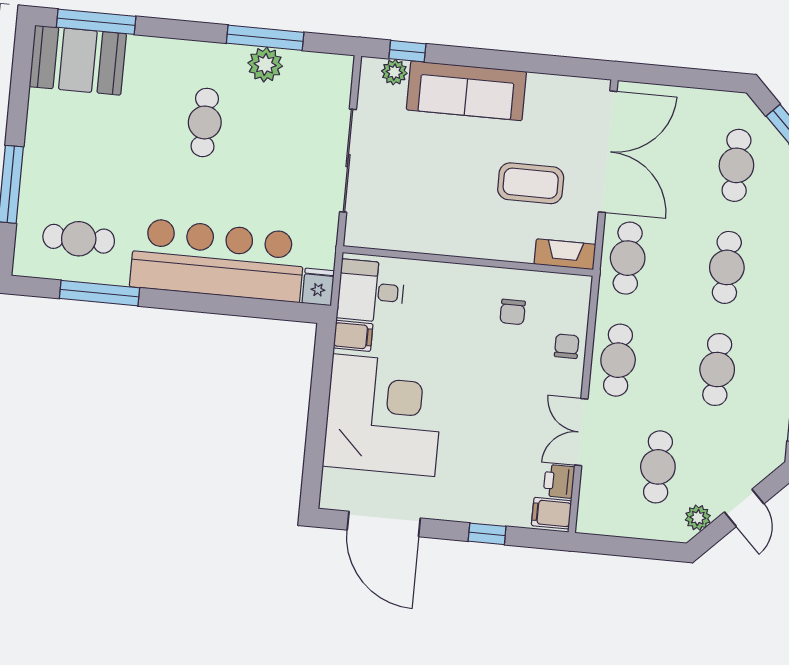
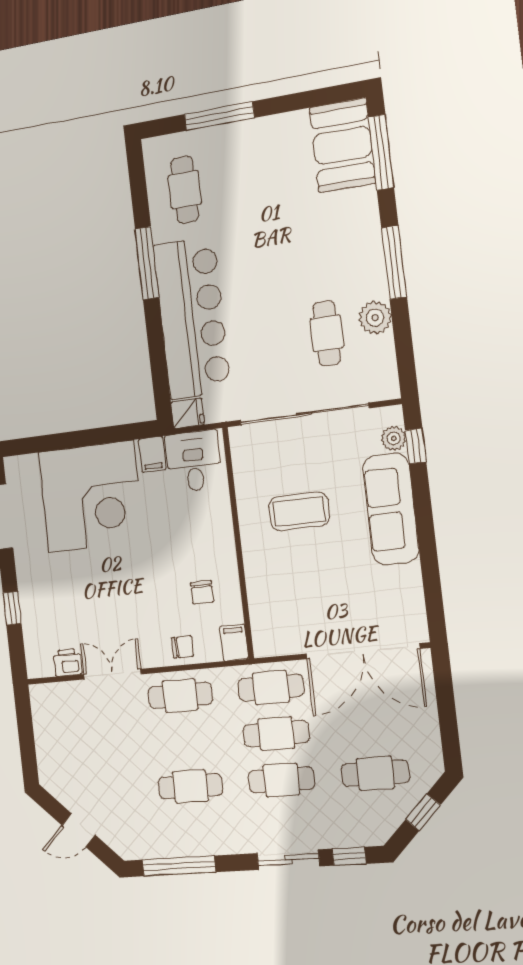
window: (265, 38) -> (394, 262), moved
cafe table: (205, 122) -> (327, 333), moved, turned 90
sliding door: (348, 161) -> (304, 414), width x1.36
coffee table: (531, 183) -> (299, 512), moved, turned 90
fireplace: (565, 254) -> (262, 630), removed
window: (100, 293) -> (147, 263), moved
chair: (513, 312) -> (202, 592), turned -90
cafe table: (658, 467) -> (276, 734), moved
filing cabinet: (551, 513) -> (234, 643), moved
plant: (698, 518) -> (62, 791), removed

